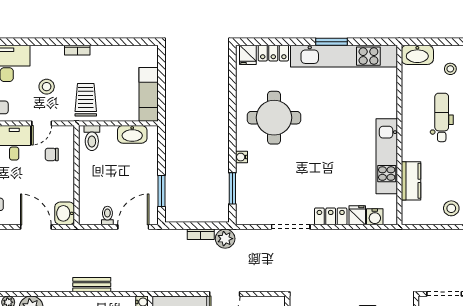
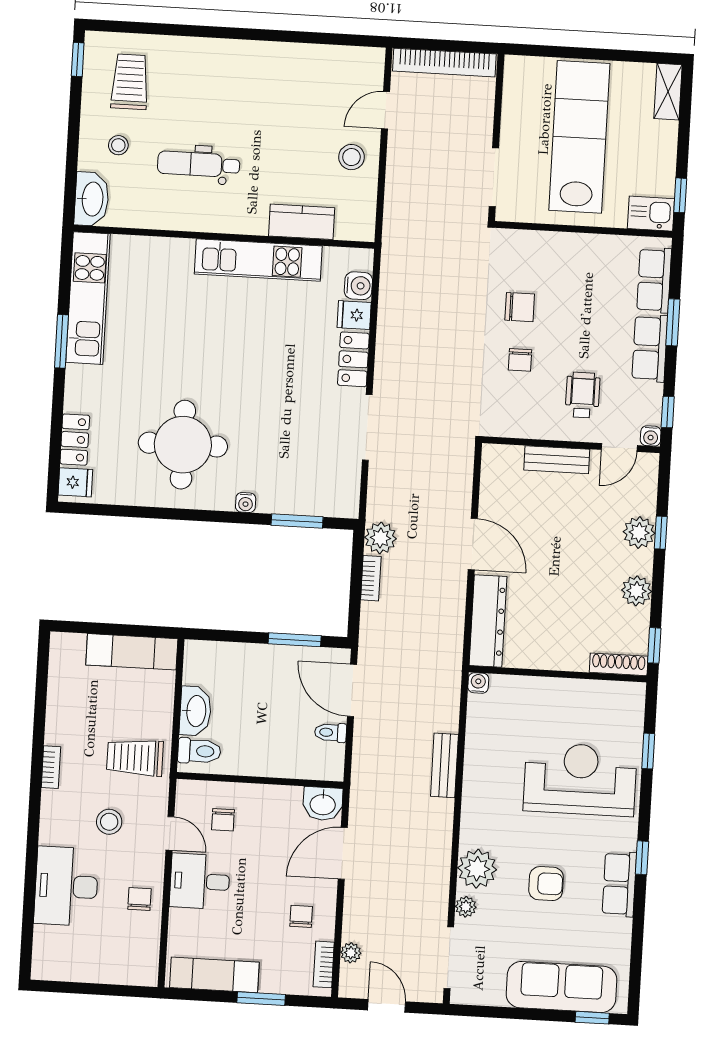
kitchen unit: (344, 56) -> (88, 298), width x0.73
washbasin: (132, 134) -> (195, 711), moved

